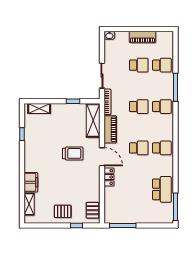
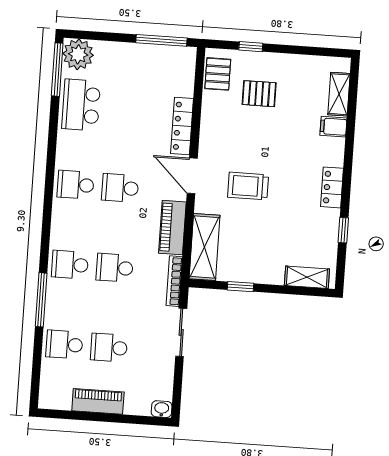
locker: (29, 156) -> (332, 187), added
locker: (109, 177) -> (182, 126), width x1.53
filing cabinet: (31, 182) -> (333, 127), width x0.50
pallet: (63, 211) -> (259, 94), moved
plant: (165, 215) -> (78, 54), added

